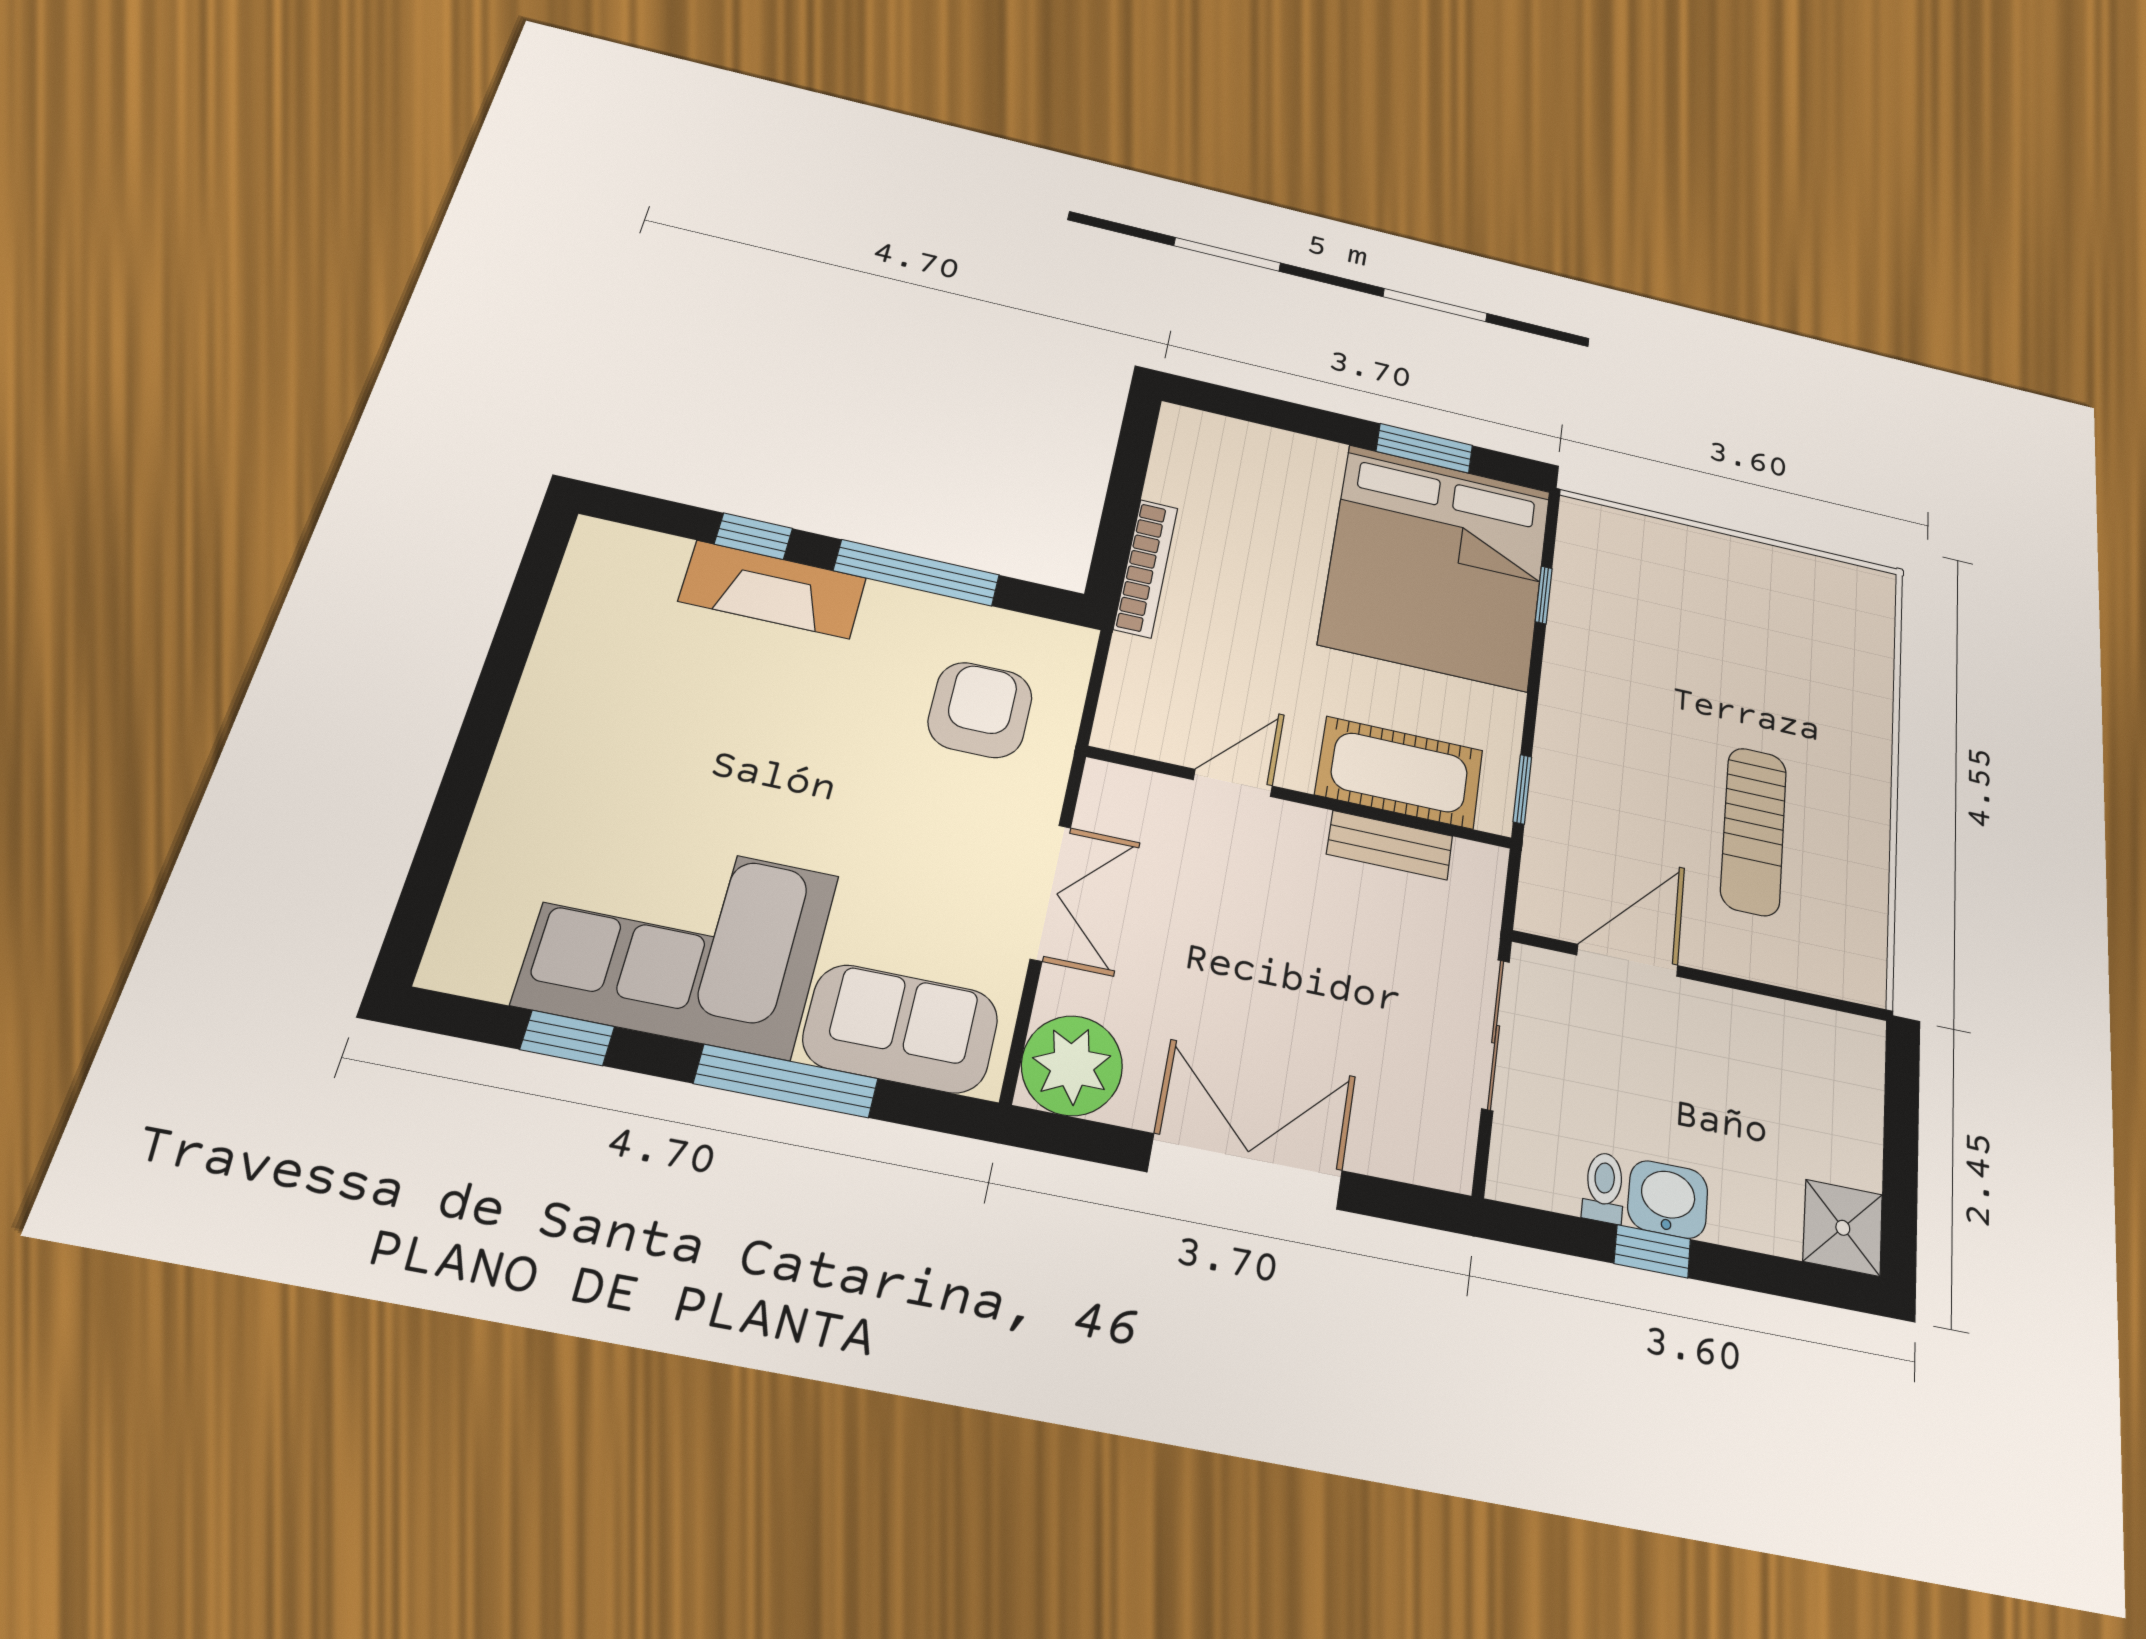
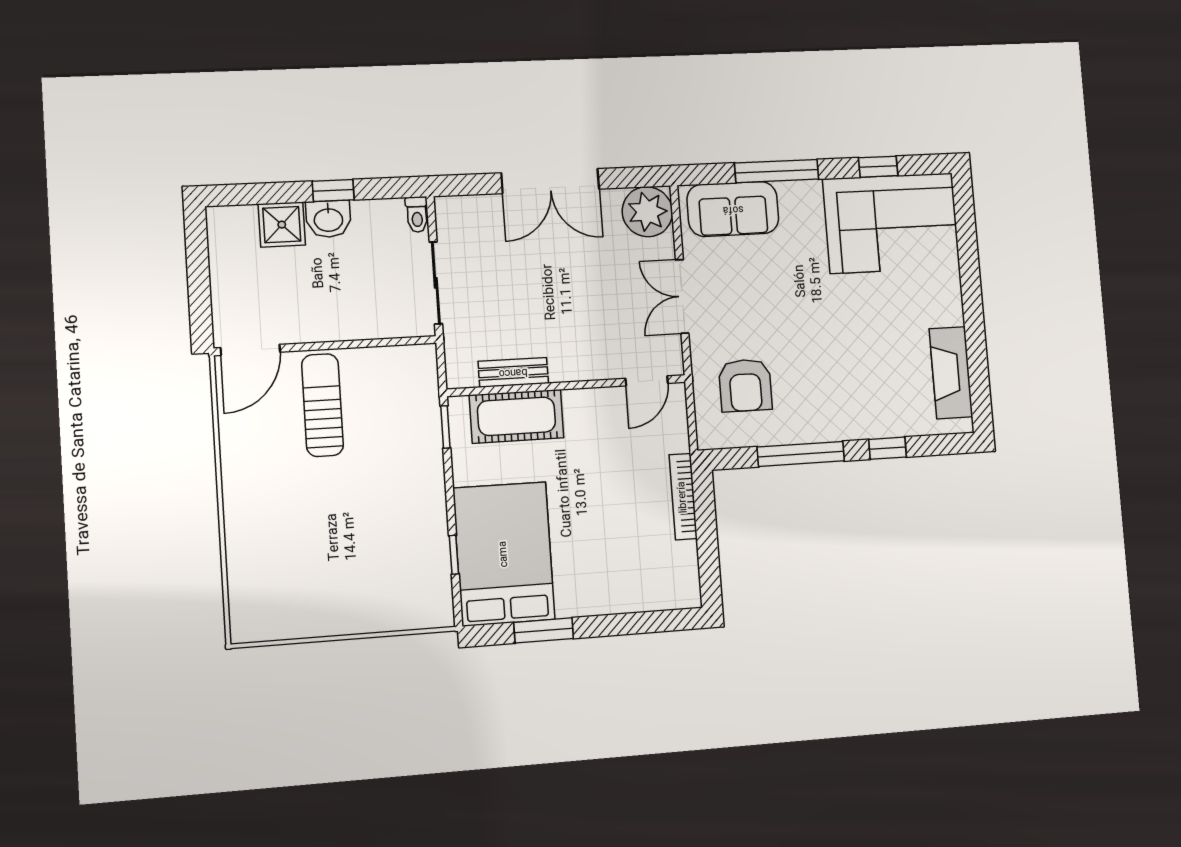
bed: (1437, 566) -> (504, 554), width x0.73
fireplace: (773, 590) -> (951, 373), moved, turned -90
door: (1233, 783) -> (647, 381), moved
sun lounger: (1754, 831) -> (322, 405), moved
corner sofa: (678, 939) -> (891, 223), moved
door: (1627, 960) -> (250, 350), moved
toilet: (1604, 1187) -> (417, 214), moved
shower: (1843, 1228) -> (282, 225), moved

